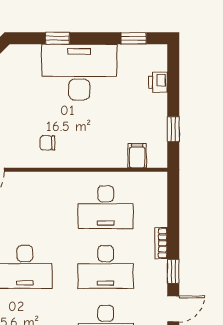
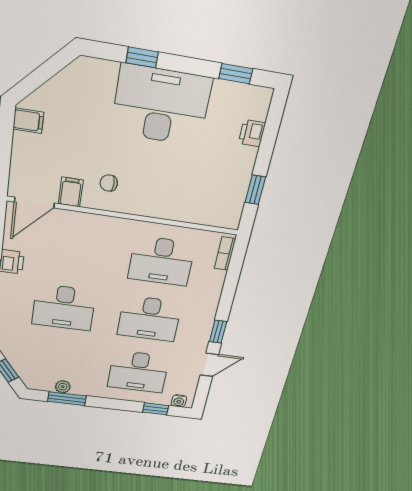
filing cabinet: (137, 156) -> (71, 192), moved
bookcase: (161, 243) -> (225, 254), moved

